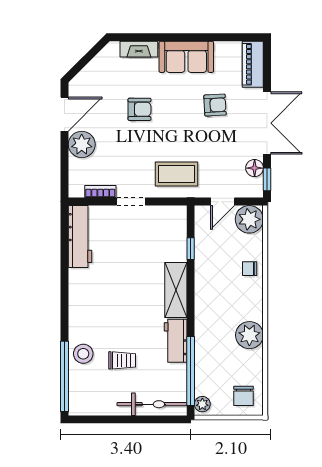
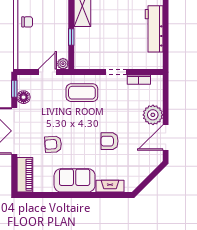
plant: (249, 219) -> (63, 64), moved, width x0.53, depth x0.53
workbench: (80, 236) -> (154, 29), moved

